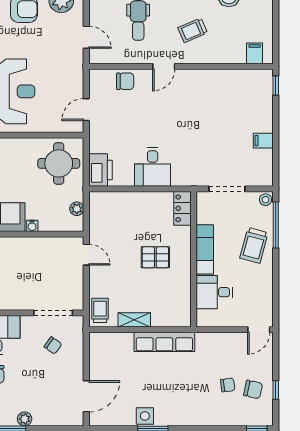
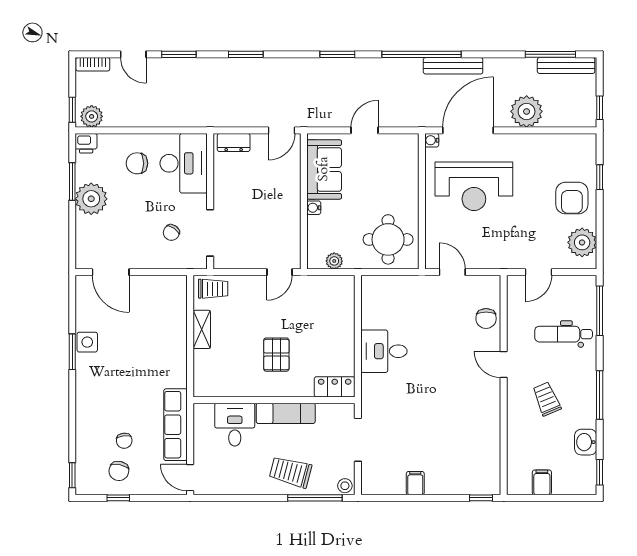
filing cabinet: (255, 53) -> (542, 482), moved, turned -90
printer: (100, 170) -> (380, 289), removed
row of seats: (164, 342) -> (175, 425), moved
plant: (25, 419) -> (91, 199), width x1.87, depth x1.87

